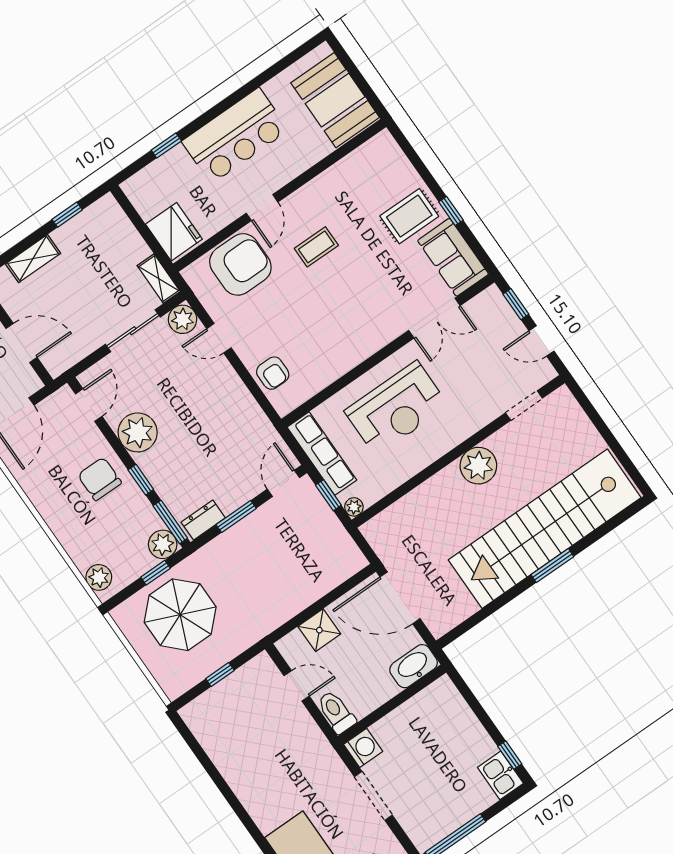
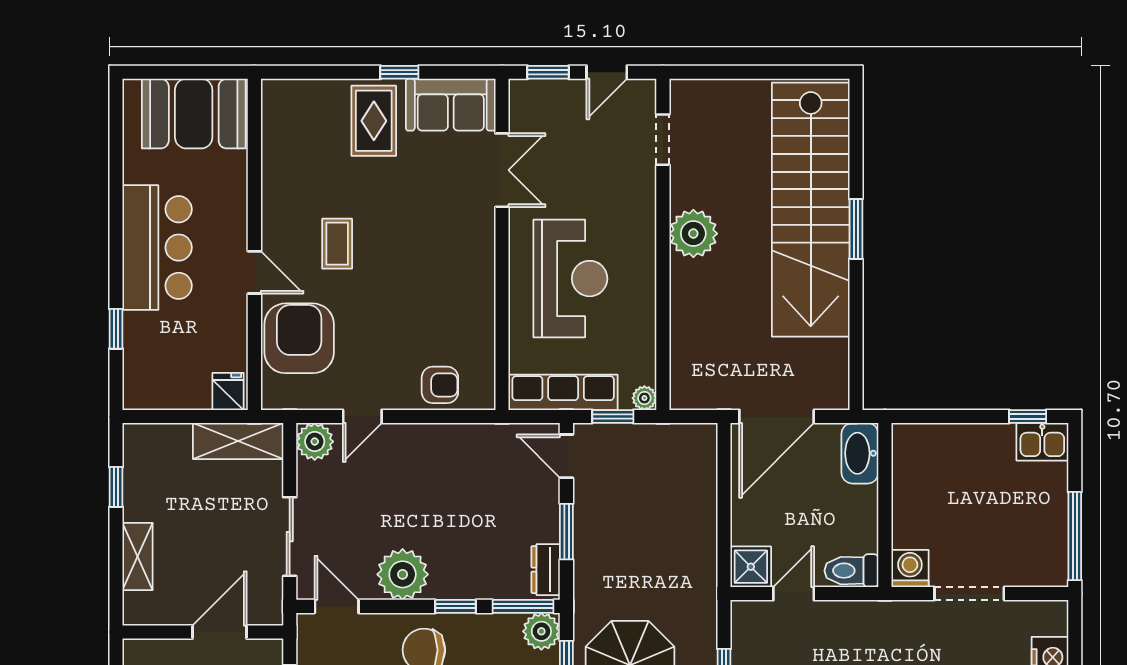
fridge: (174, 232) -> (228, 391), width x0.53, depth x0.75
shelving: (159, 279) -> (238, 441), width x1.50, depth x1.33
sliding door: (133, 331) -> (290, 537), moved
shower: (319, 630) -> (751, 567), moved

